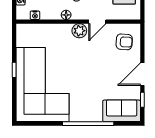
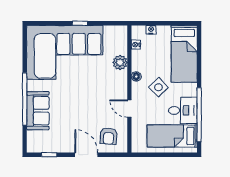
plant: (79, 31) -> (120, 62), moved
door: (142, 74) -> (86, 155), moved
sofa: (122, 111) -> (38, 111), moved

